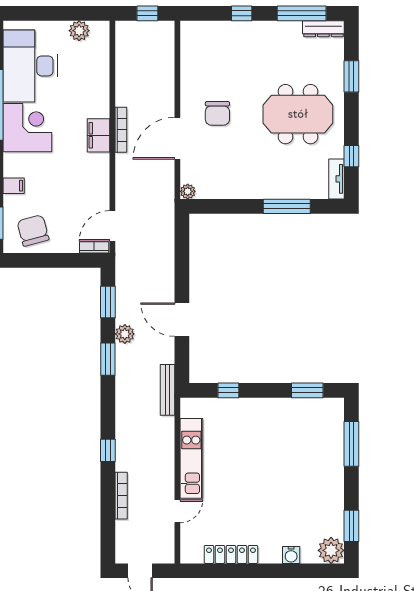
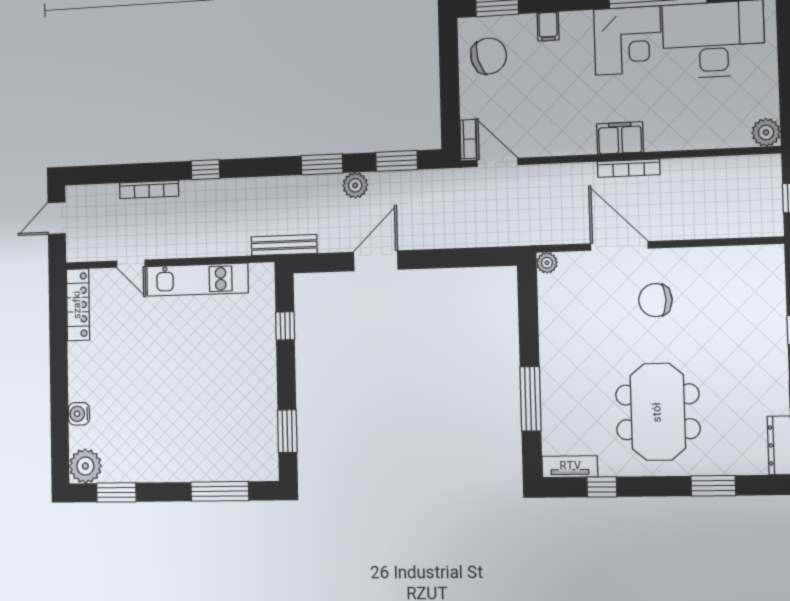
plant: (79, 31) -> (766, 132), moved
locker: (231, 554) -> (78, 305), moved

